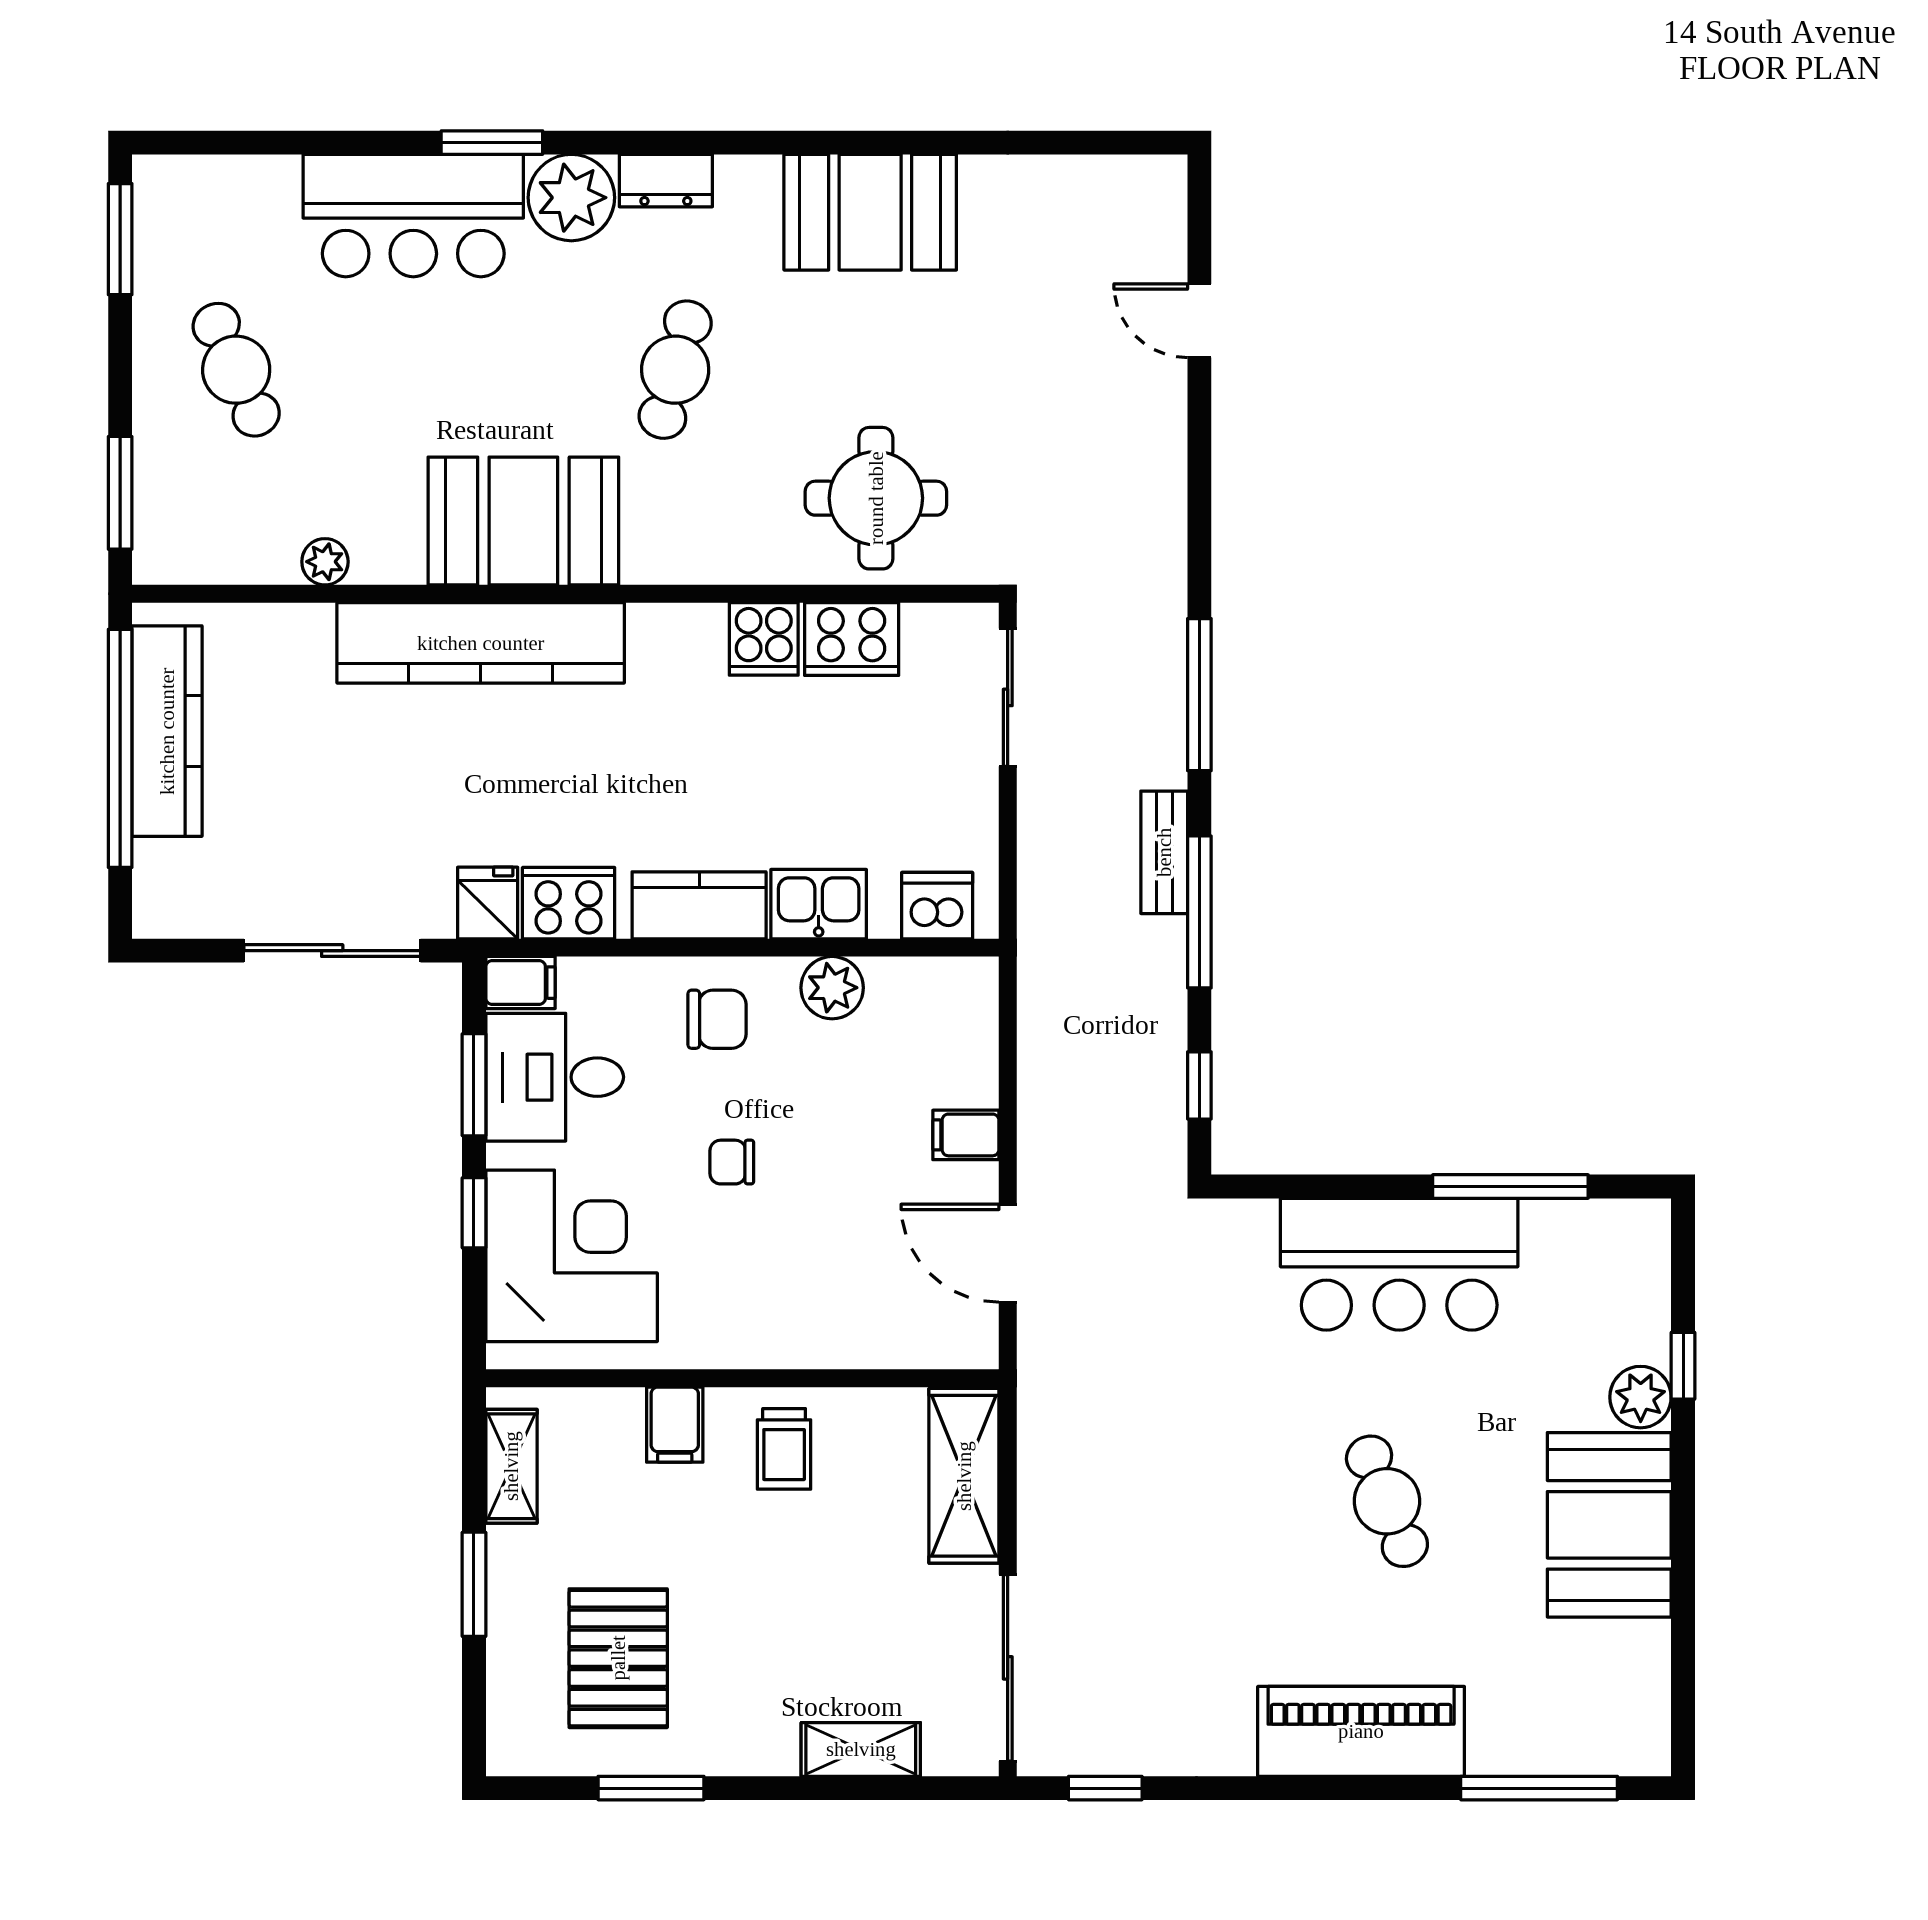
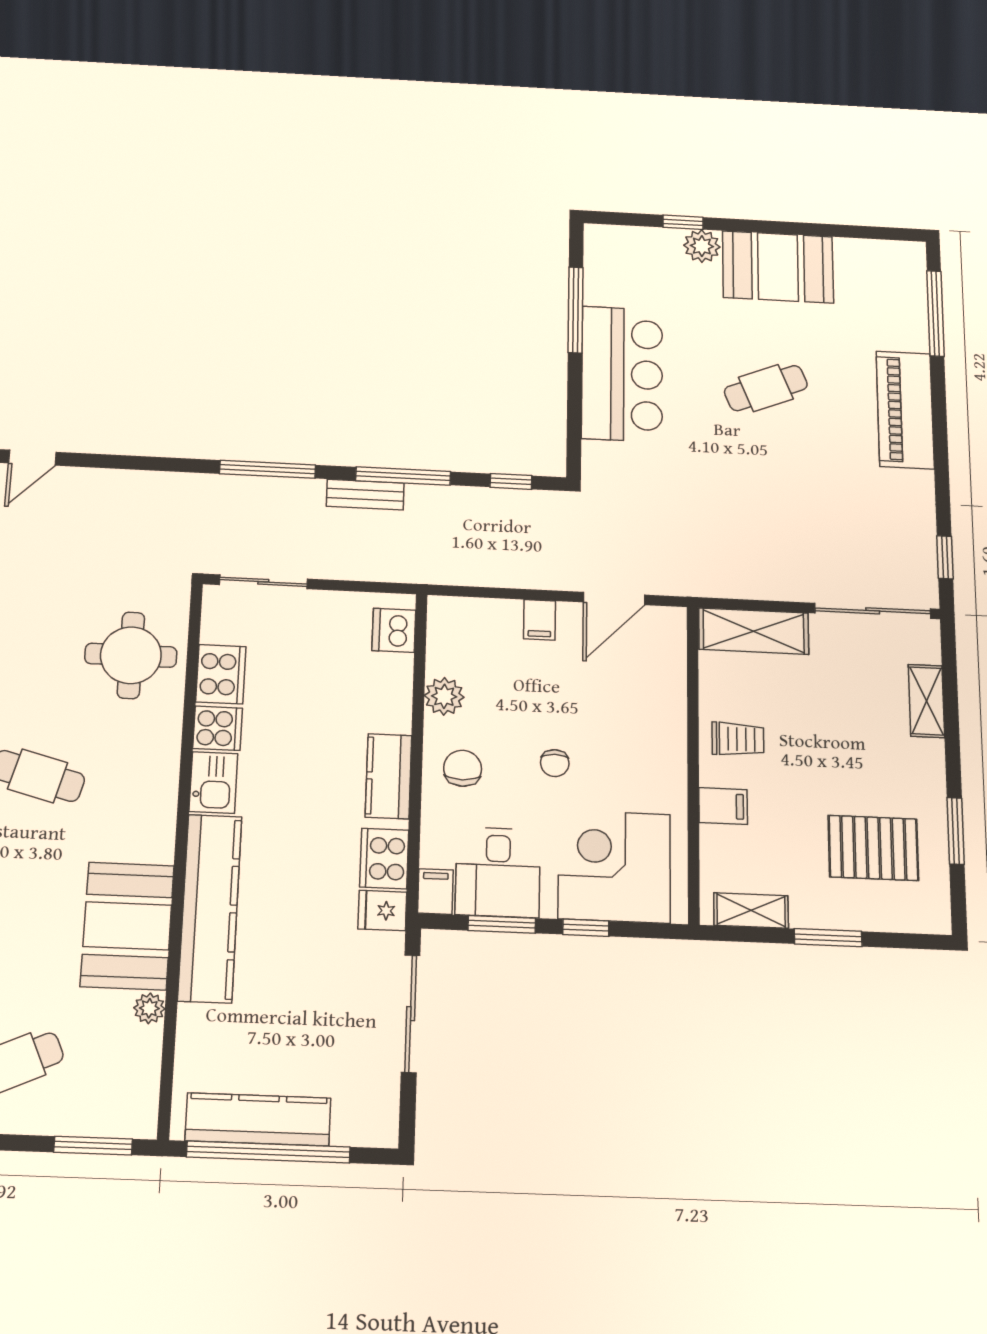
booth: (523, 521) -> (127, 926), moved
kitchen sink: (819, 904) -> (213, 783), moved, turned 180

